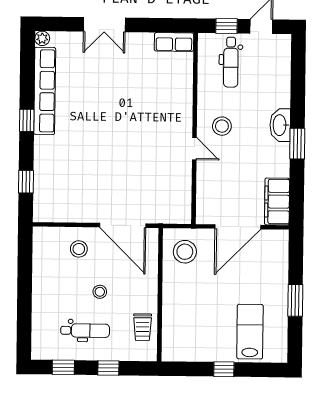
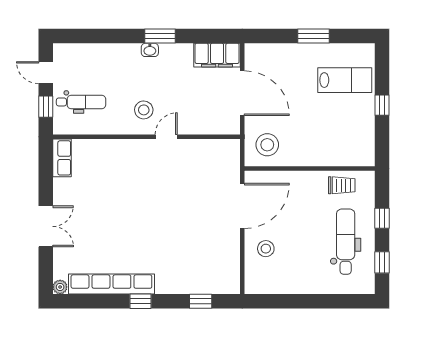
washbasin: (280, 125) -> (150, 50), width x0.52, depth x0.69
stool: (100, 292) -> (307, 228), removed
dental chair: (85, 331) -> (346, 242), width x1.36, depth x1.38
lab bench: (250, 332) -> (345, 80), turned 180

